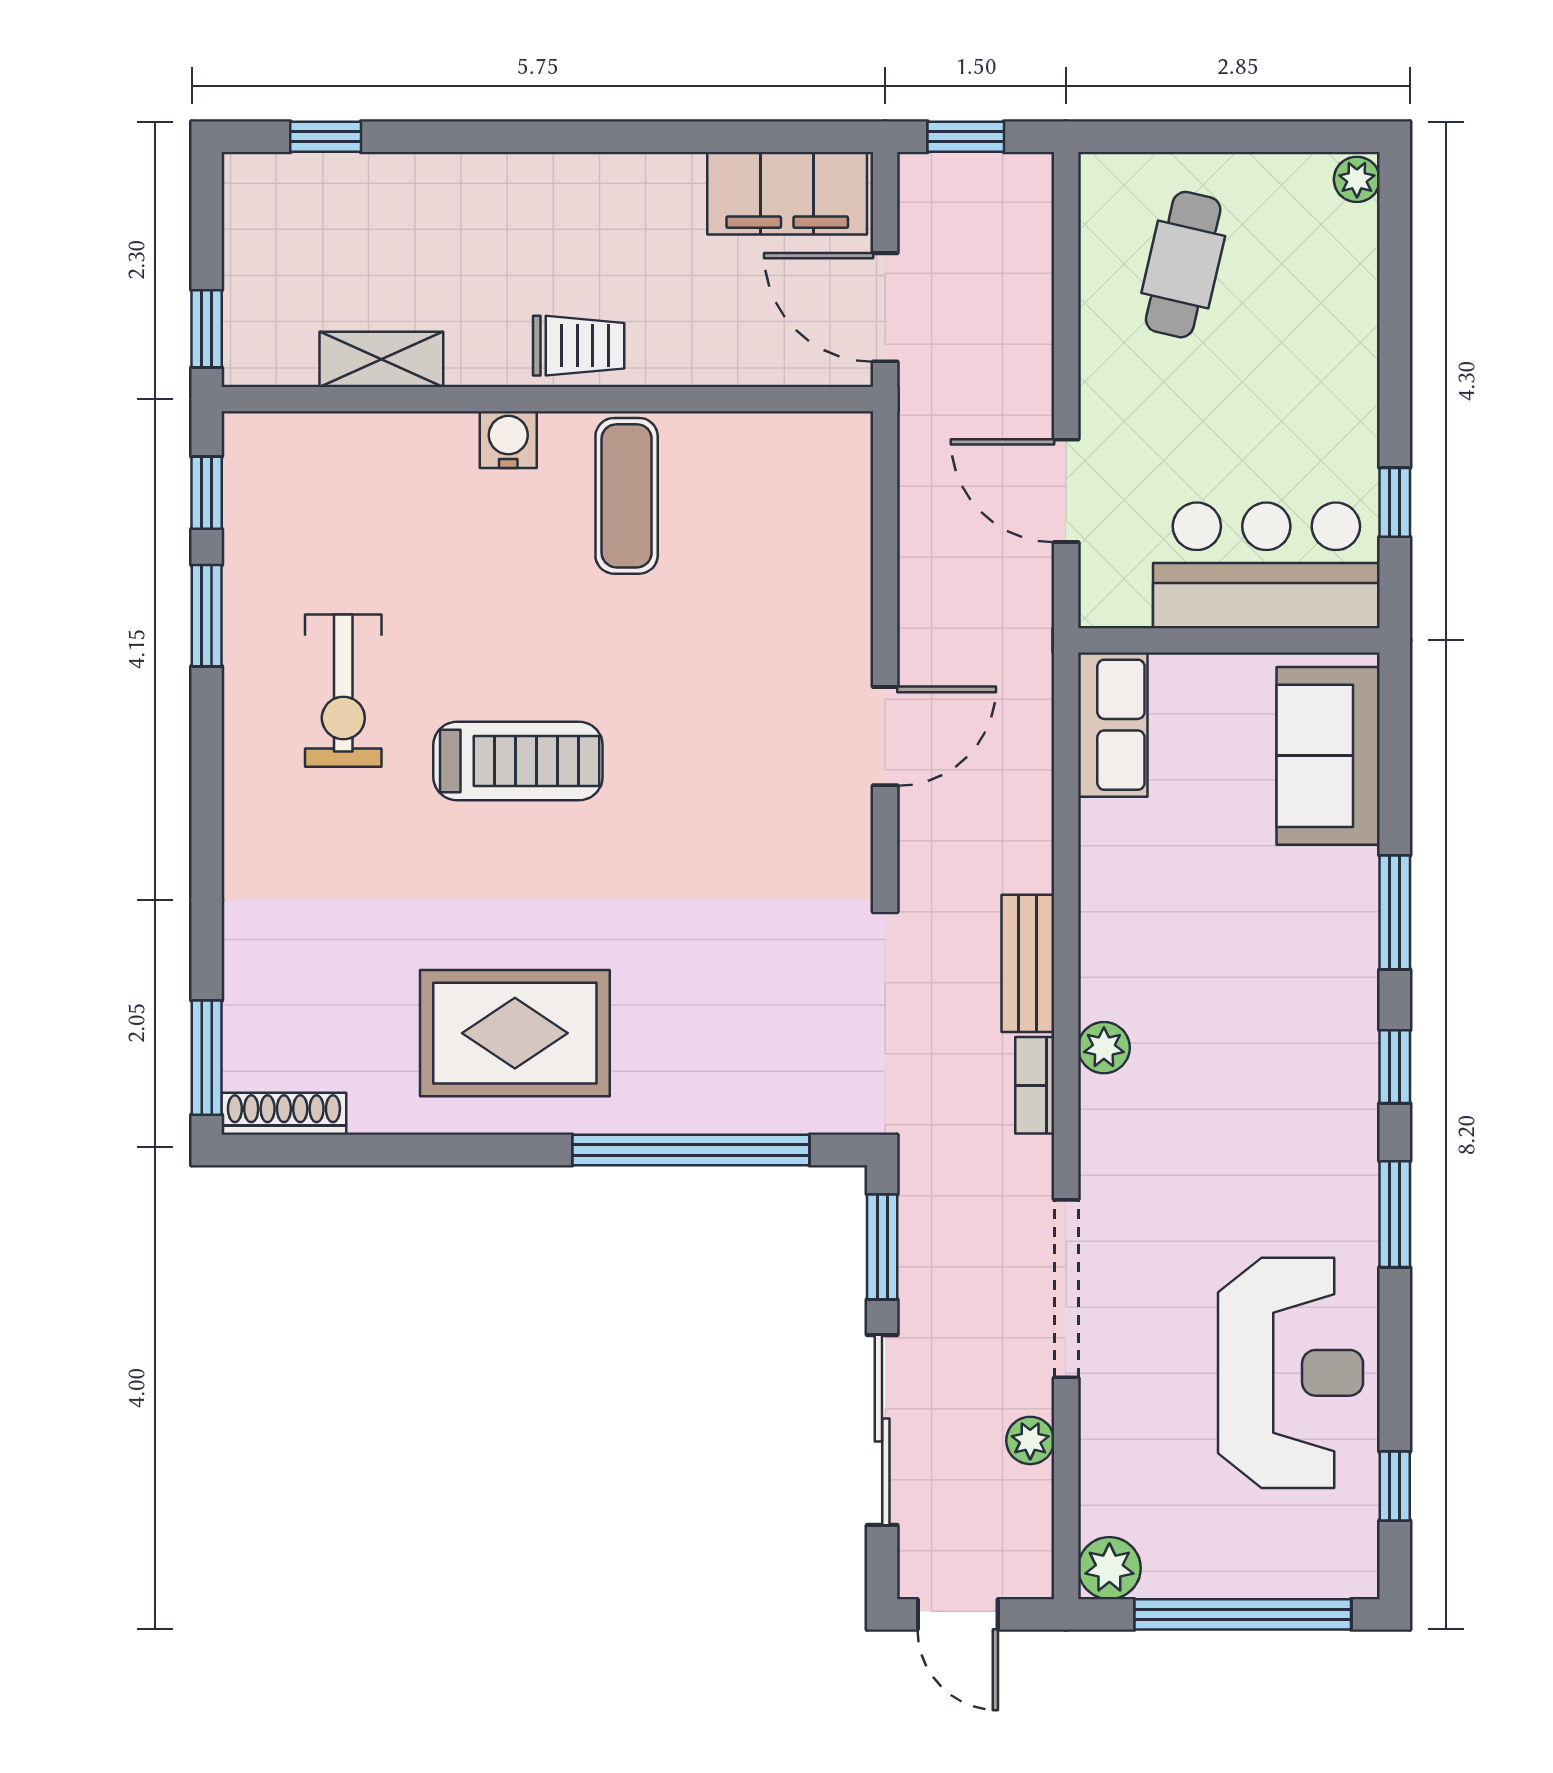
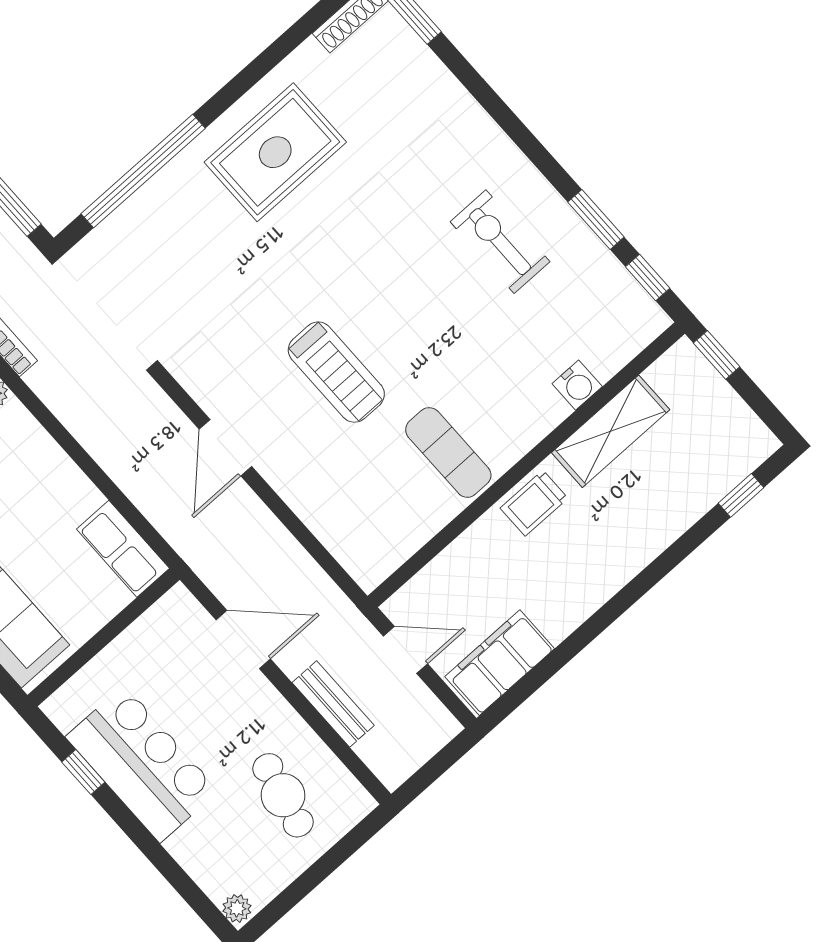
window: (966, 137) -> (439, 764), removed
door: (885, 307) -> (406, 650), width x0.73
shelving: (381, 359) -> (611, 431), width x1.50, depth x1.33
water cooler: (508, 440) -> (577, 385), moved
bar counter: (1266, 565) -> (142, 764), moved, turned -90
treadmill: (518, 761) -> (336, 372), moved, turned -90
bench: (1028, 963) -> (333, 704), moved

